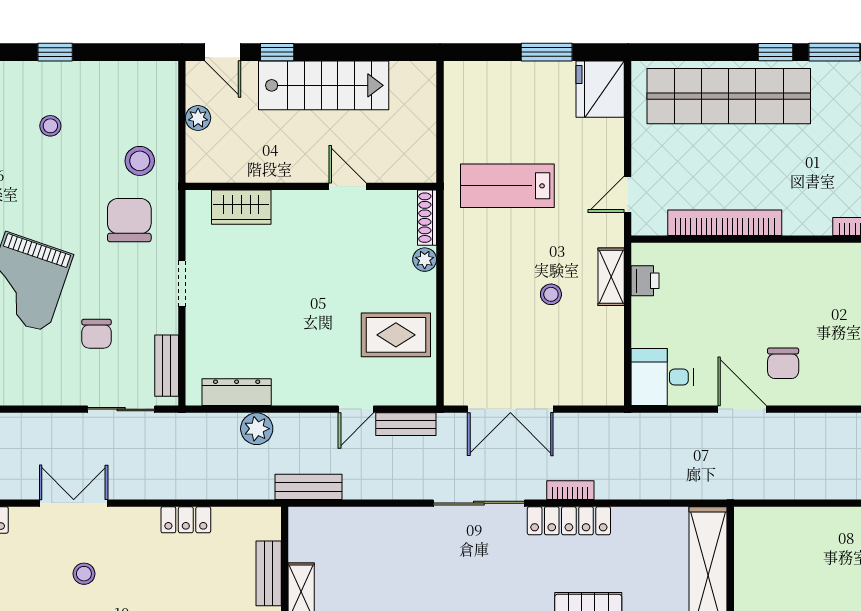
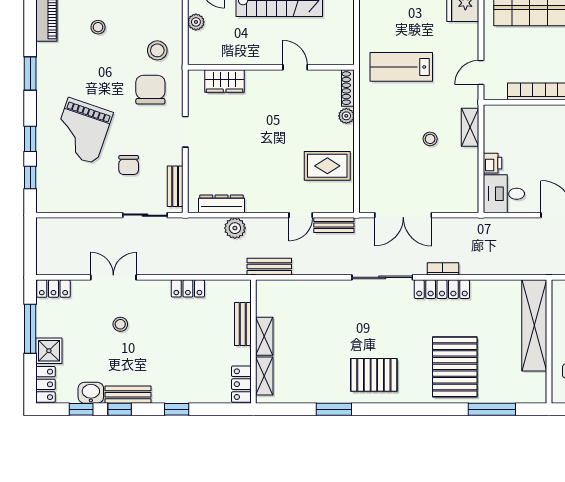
printer: (645, 281) -> (492, 163), moved

